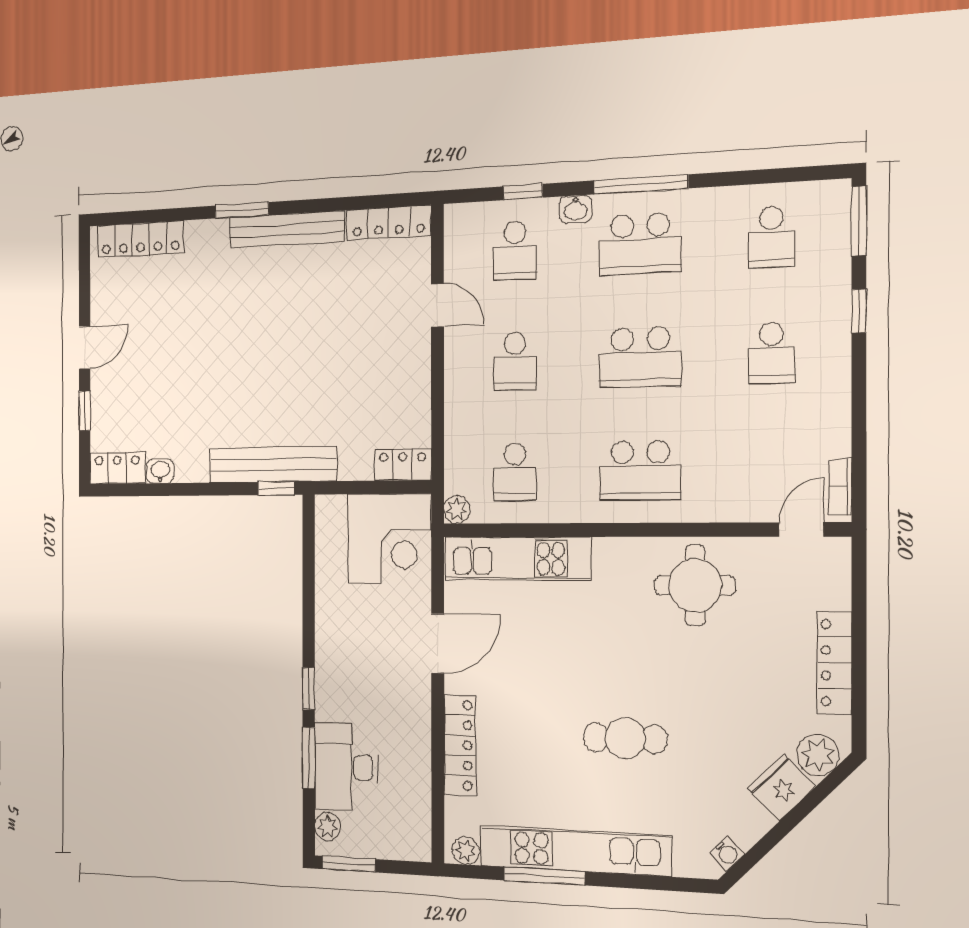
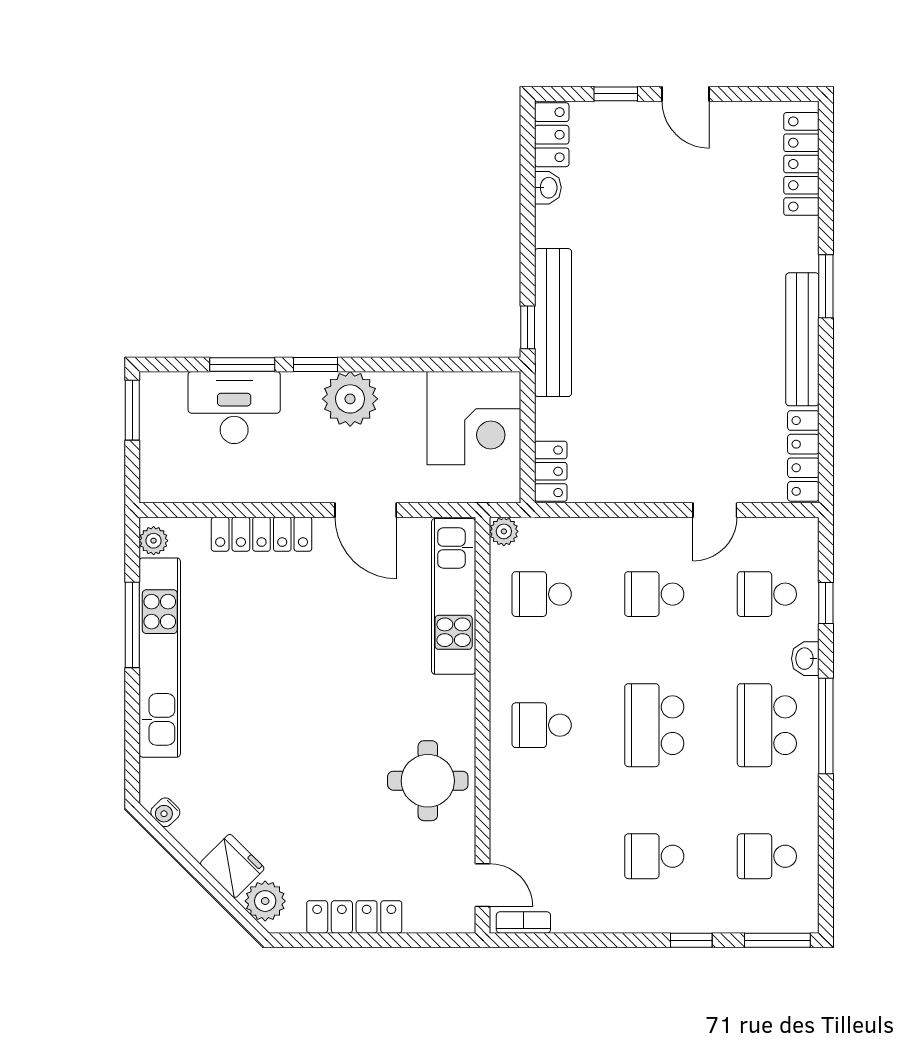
school desk: (640, 470) -> (542, 725), width x0.54
corner desk: (389, 539) -> (474, 418), moved, turned -90
cafe table: (625, 738) -> (275, 709), removed
plant: (328, 826) -> (350, 399), moved, width x1.87, depth x1.87

